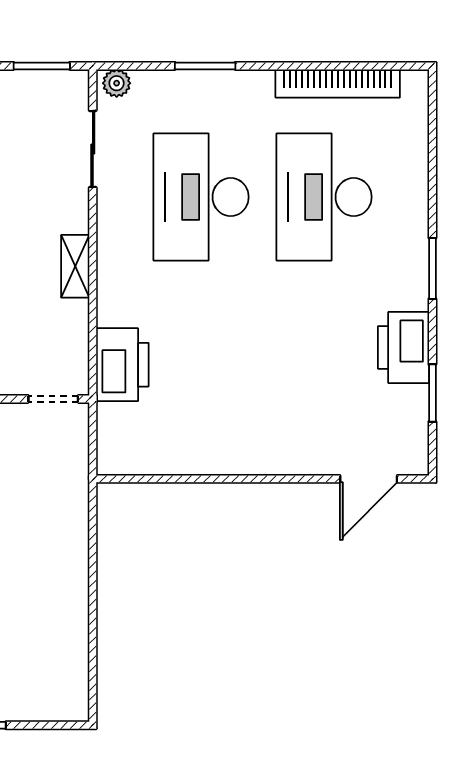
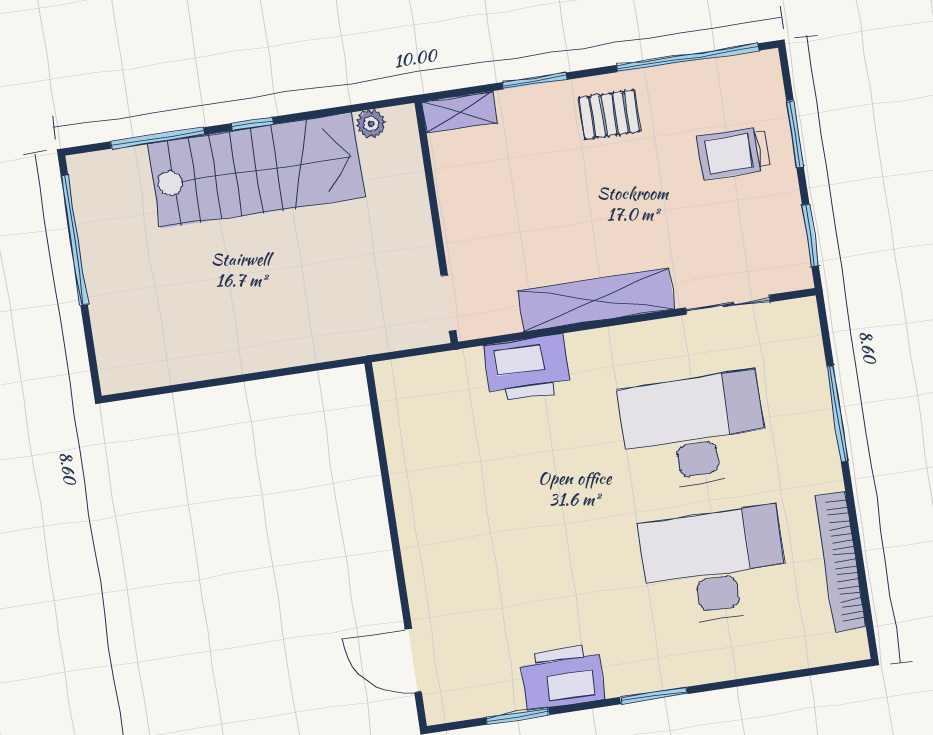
window: (205, 66) -> (837, 414), width x1.44
plant: (117, 83) -> (804, 320), removed
shelving: (75, 266) -> (596, 300), width x2.20, depth x1.33
printer: (122, 365) -> (527, 368), moved

